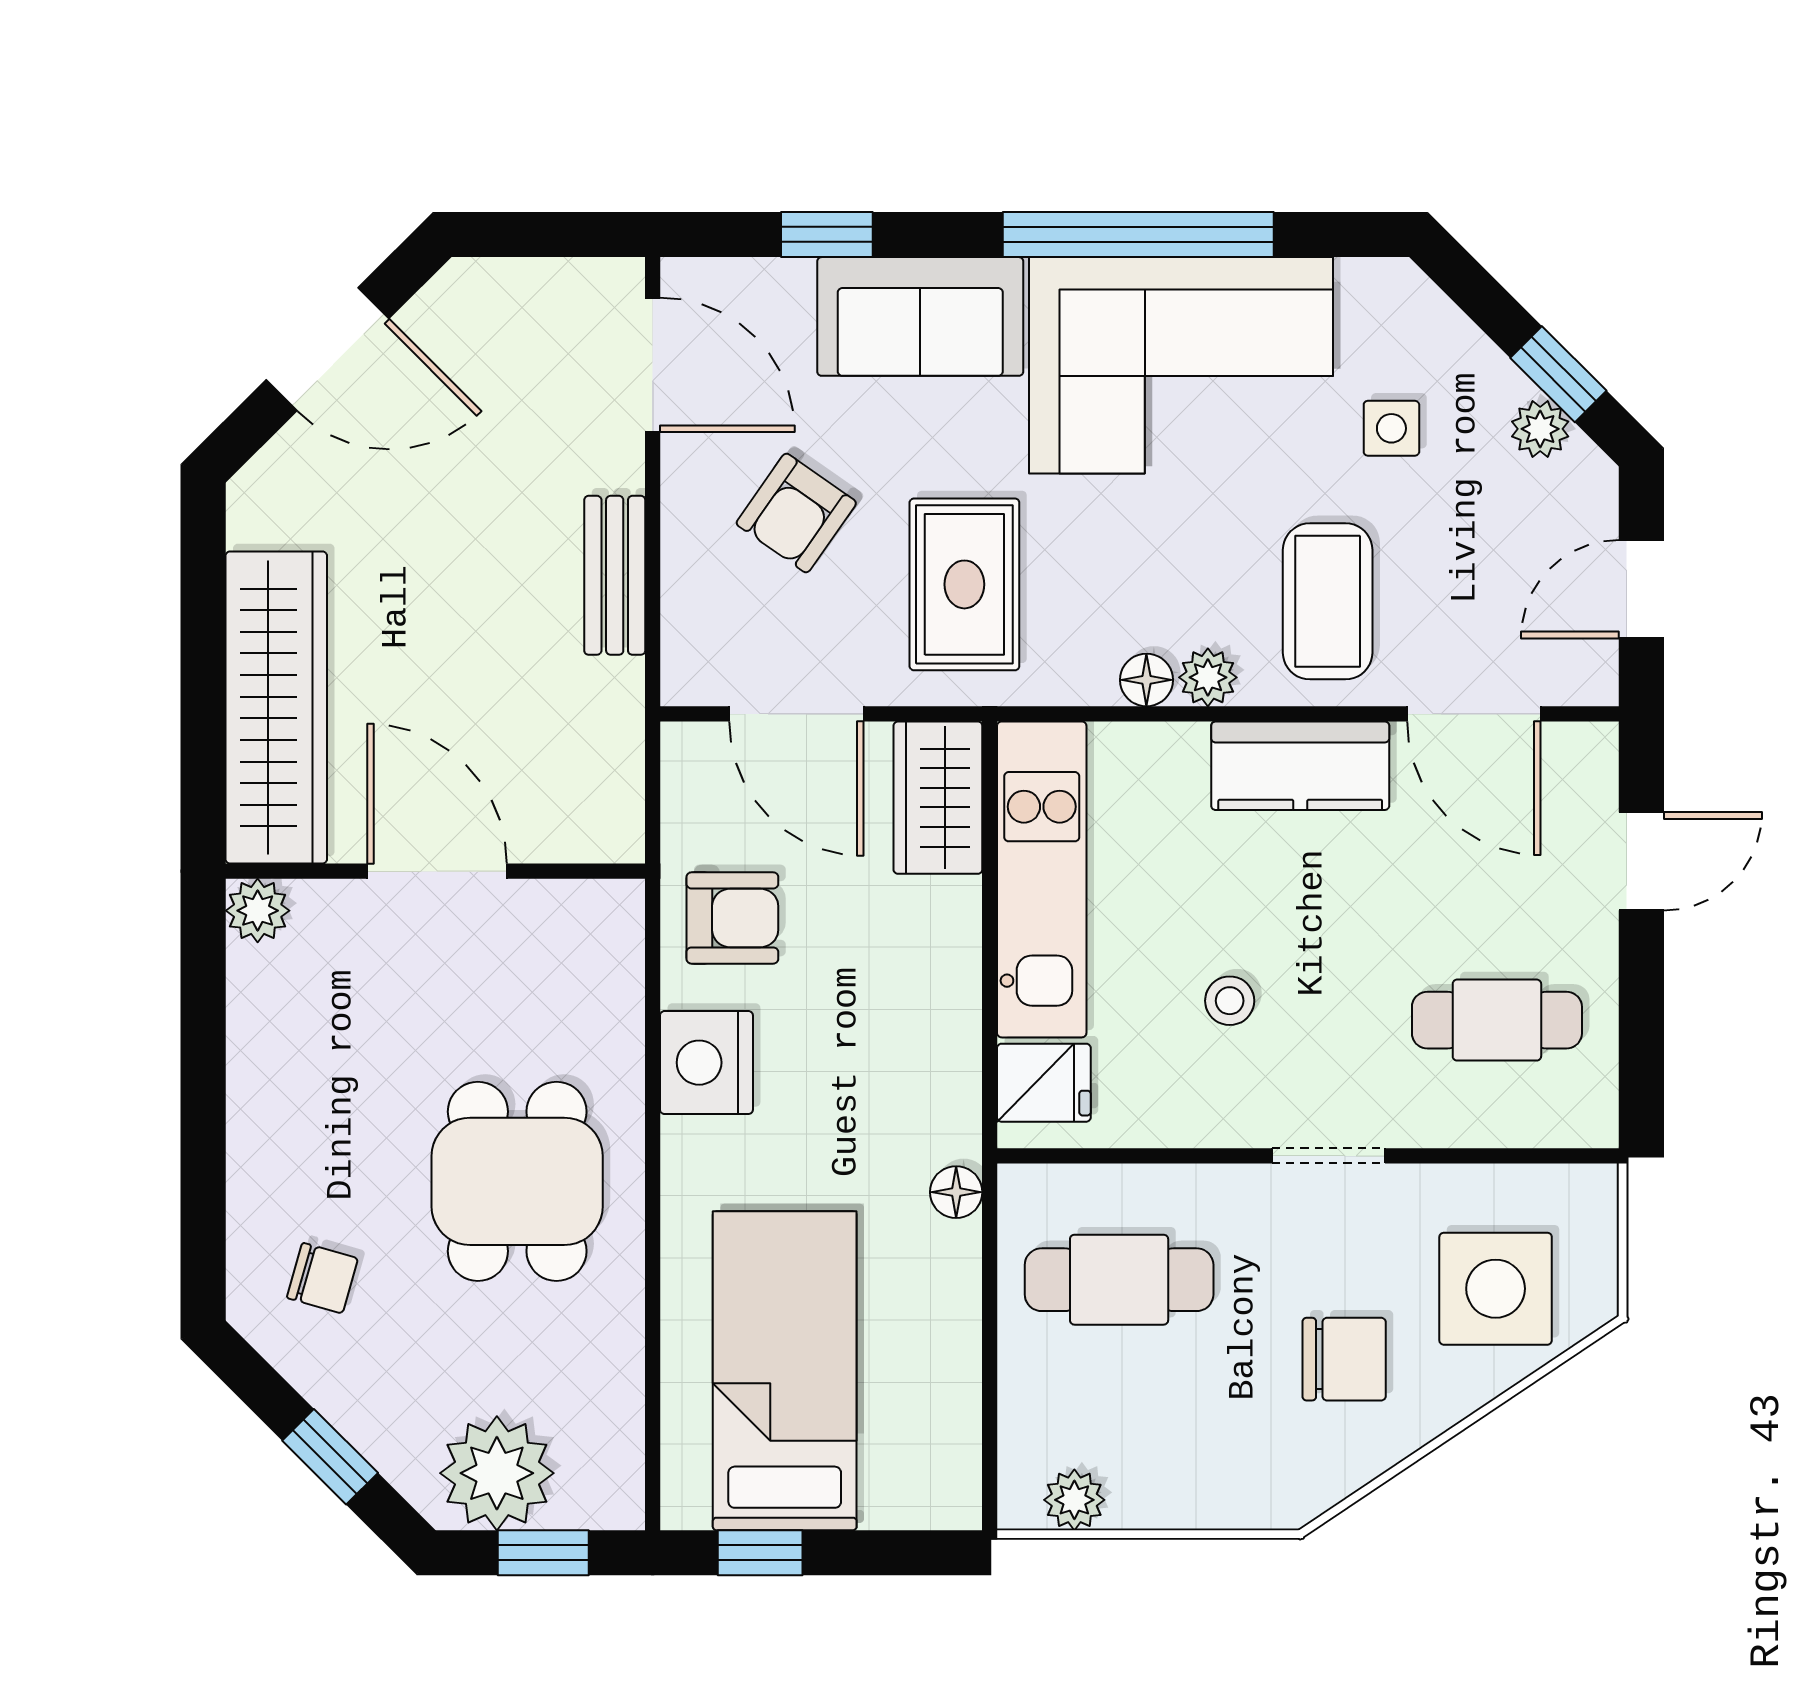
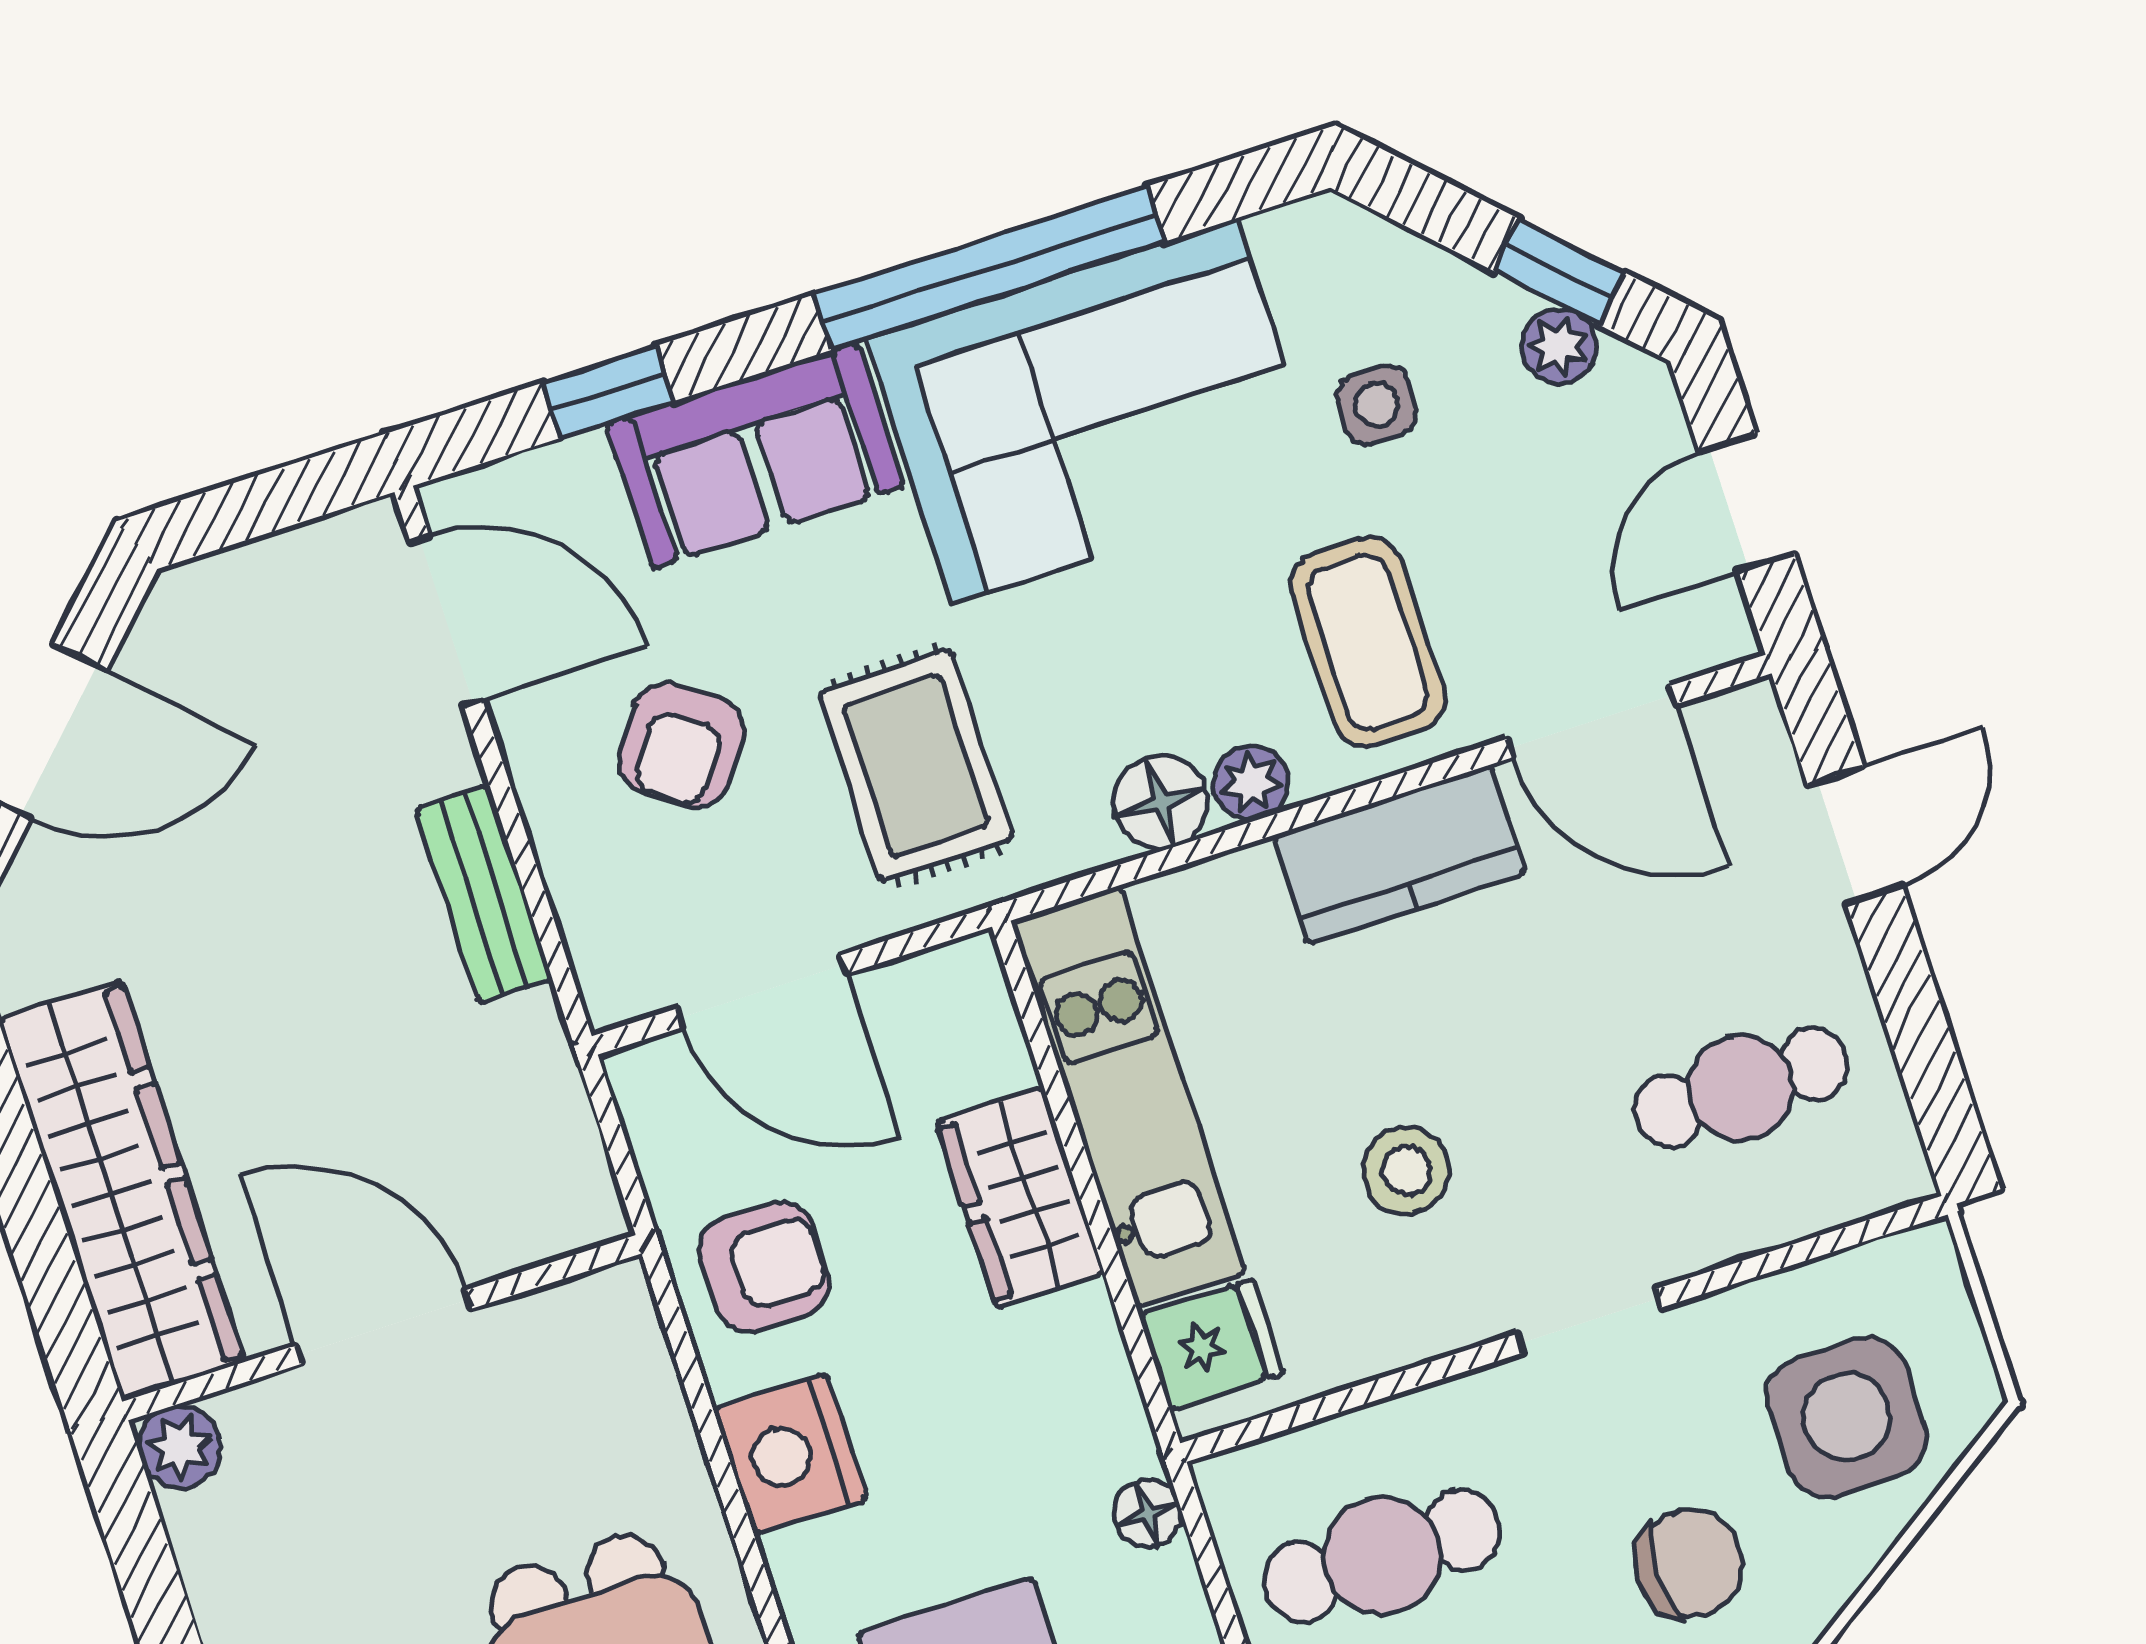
floor lamp: (1146, 680) -> (1161, 802), width x1.37, depth x1.37
wardrobe: (938, 798) -> (1020, 1197), moved
stool: (1230, 1001) -> (1406, 1170), width x1.37, depth x1.37

